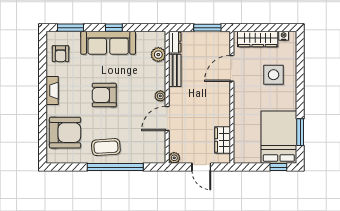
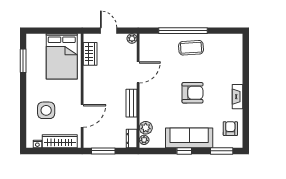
bench: (175, 70) -> (132, 103), moved
plant: (160, 96) -> (144, 140), moved
armchair: (65, 133) -> (226, 60), removed
bed: (279, 137) -> (62, 56), moved
window: (278, 167) -> (42, 31), removed

